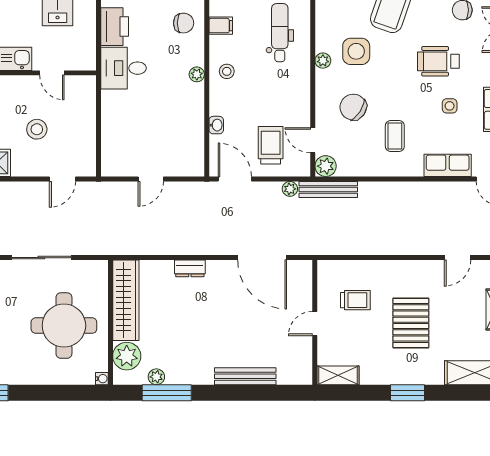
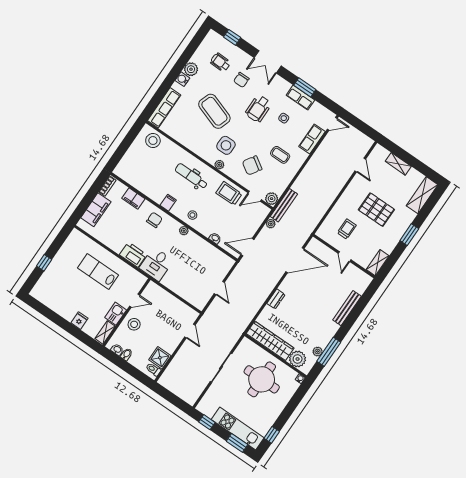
stool: (37, 129) -> (134, 324), moved
trolley: (271, 145) -> (229, 193), moved

